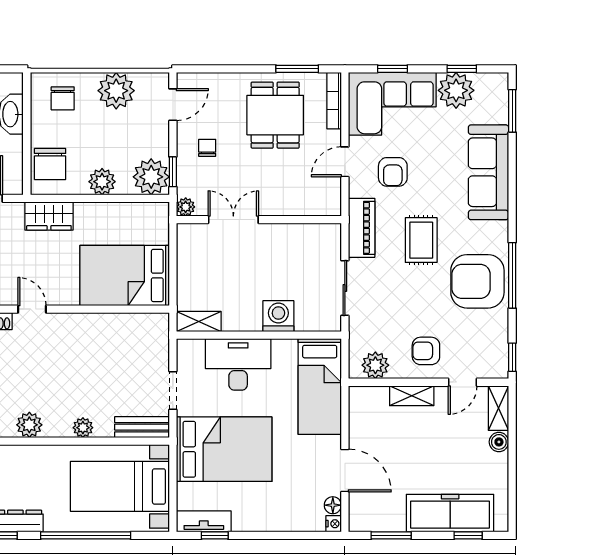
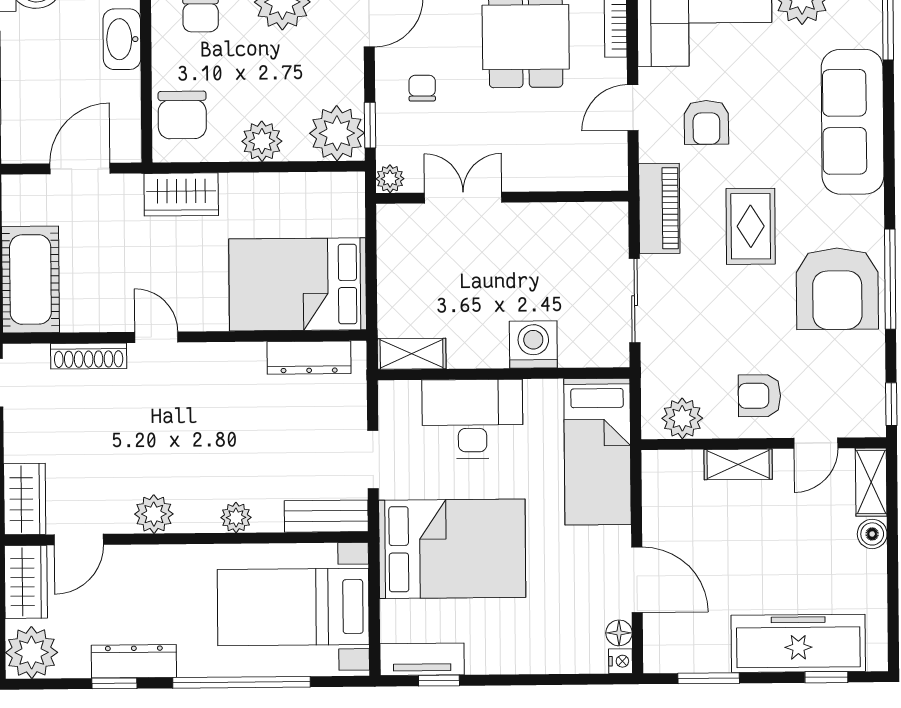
armchair: (477, 281) -> (837, 289), turned -90
dresser: (132, 323) -> (309, 358), added

